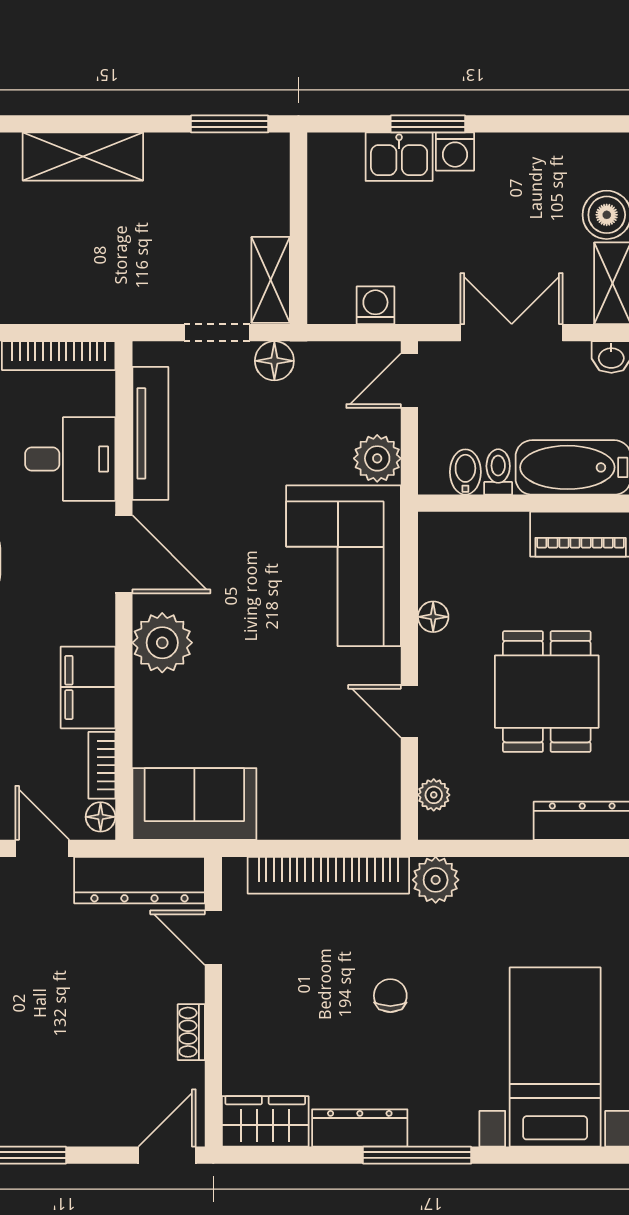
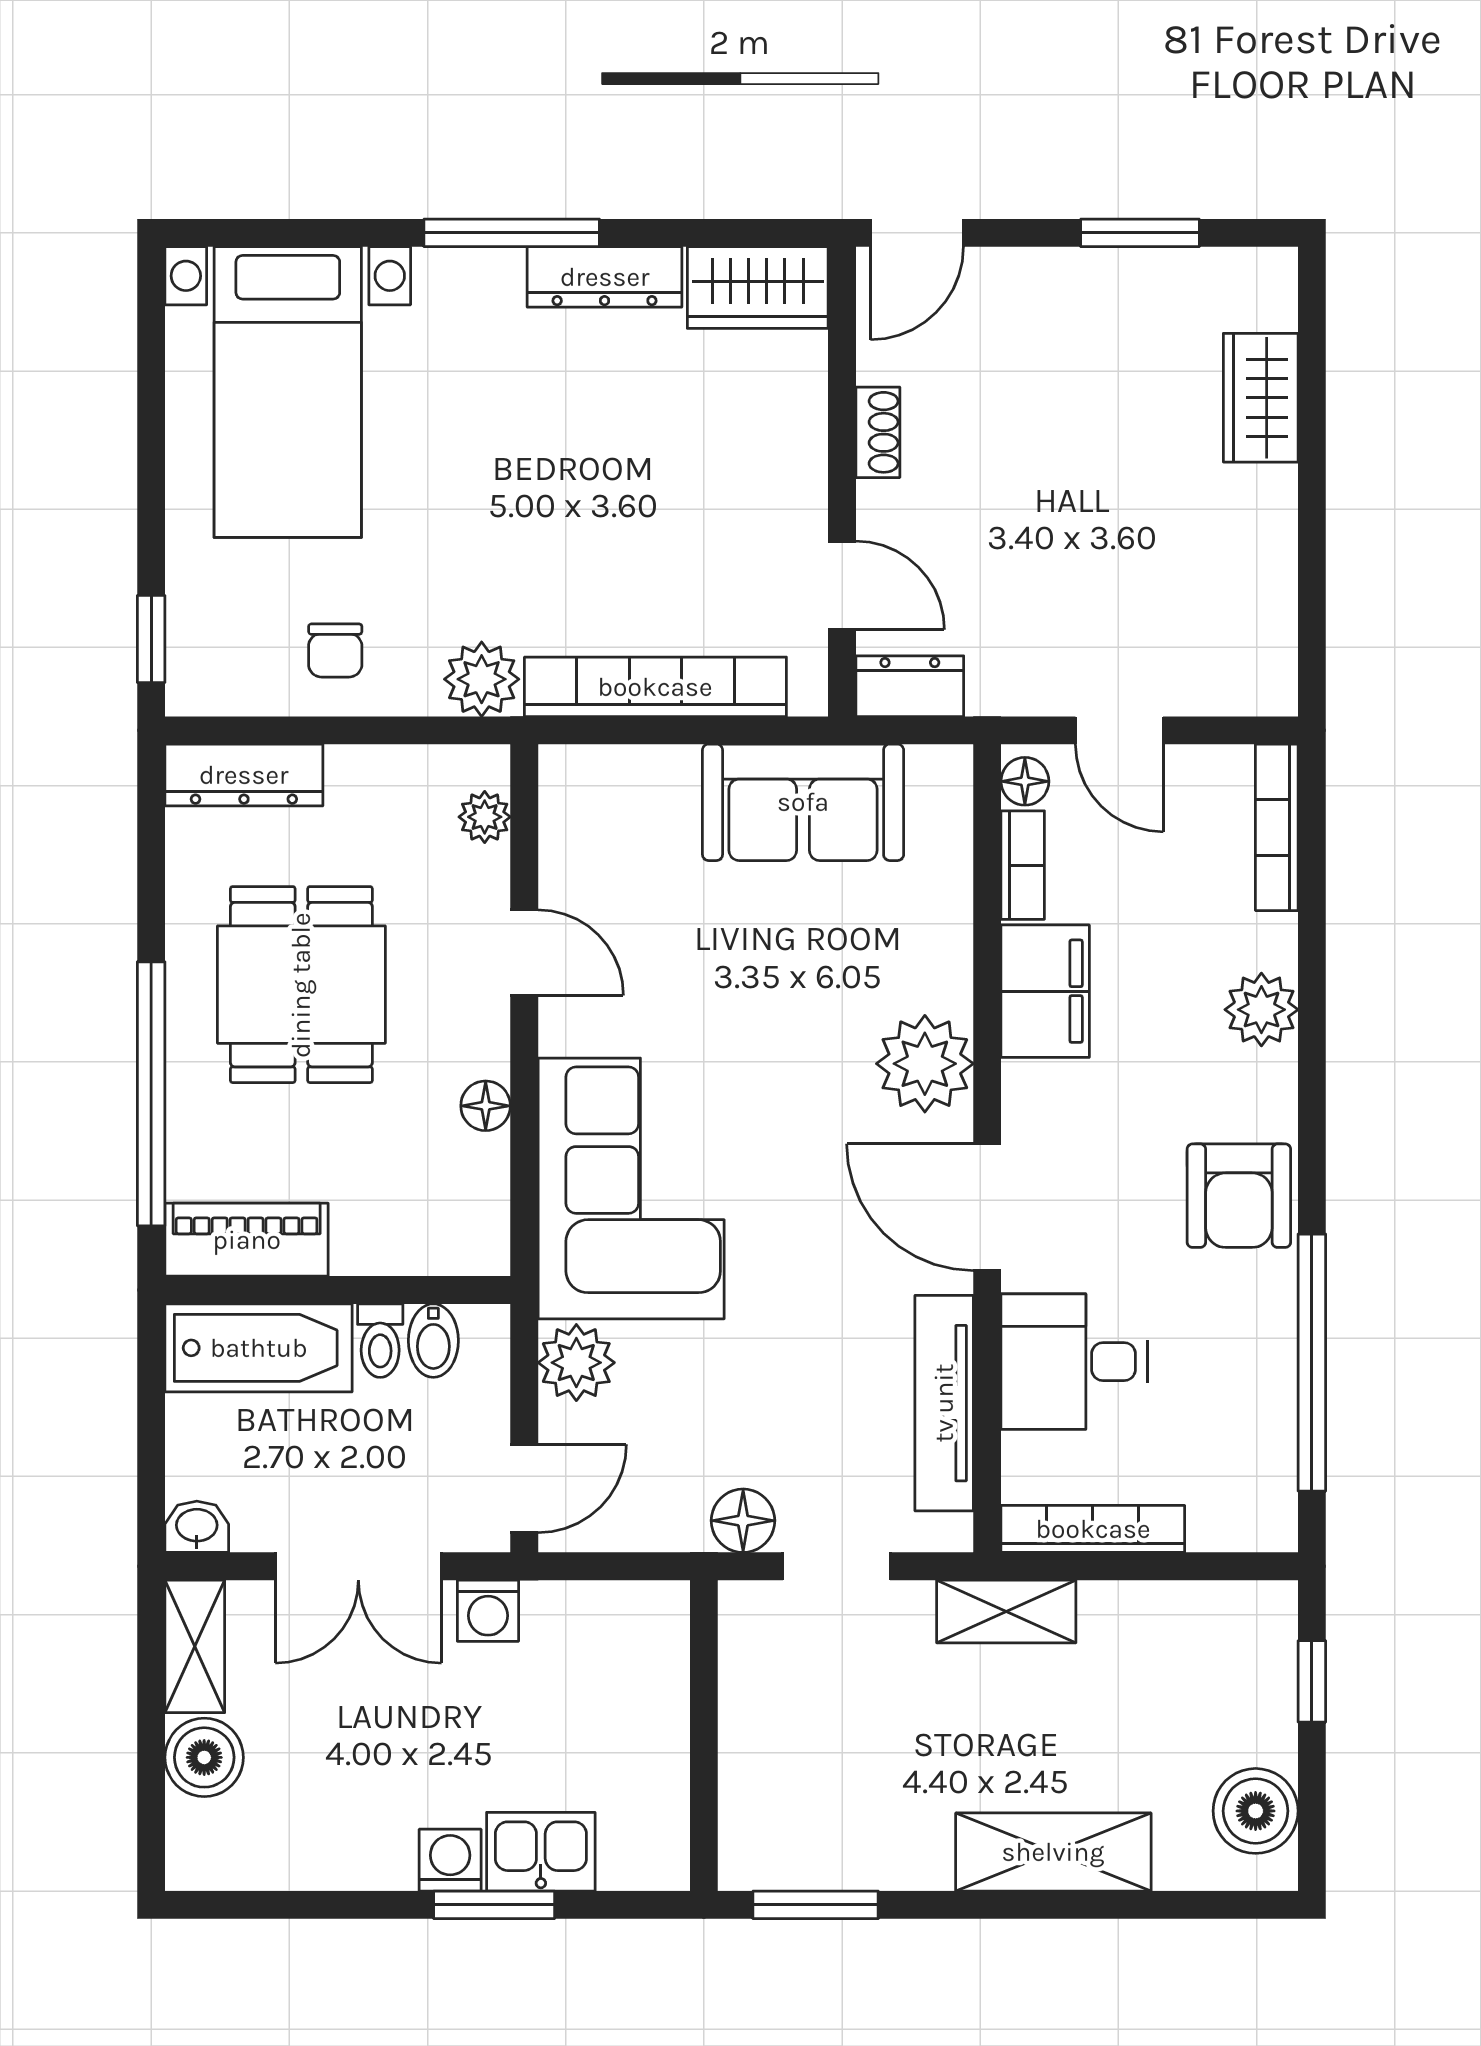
shelving: (271, 280) -> (1006, 1611), moved, turned 90
washing machine: (375, 305) -> (488, 1611), moved
sofa: (194, 804) -> (803, 802), moved
dresser: (139, 880) -> (910, 686), width x0.51, depth x0.80
chair: (390, 996) -> (335, 650), moved

